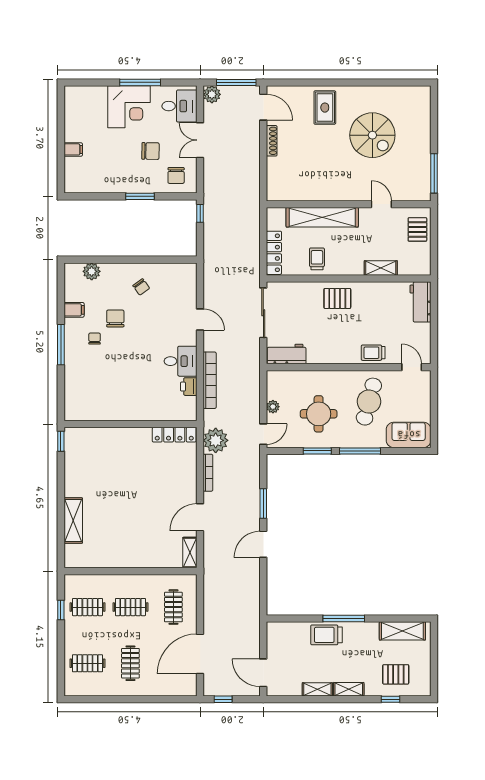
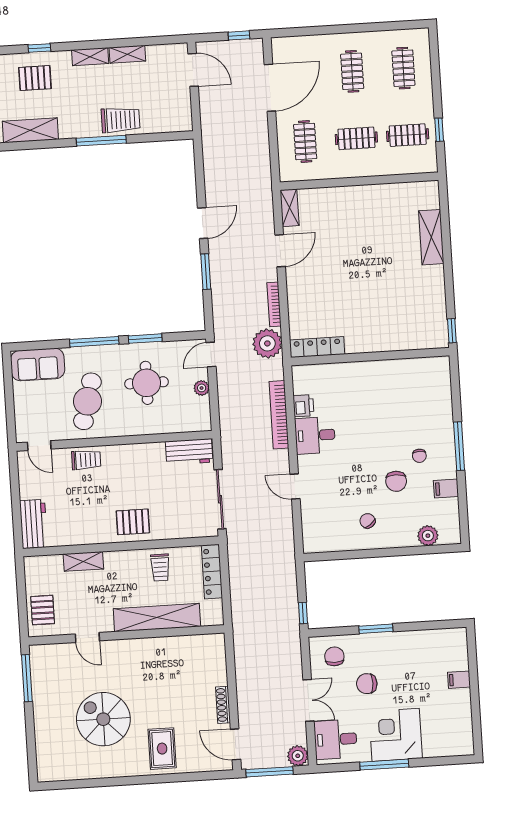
clothes rail: (87, 663) -> (403, 68), turned 90

